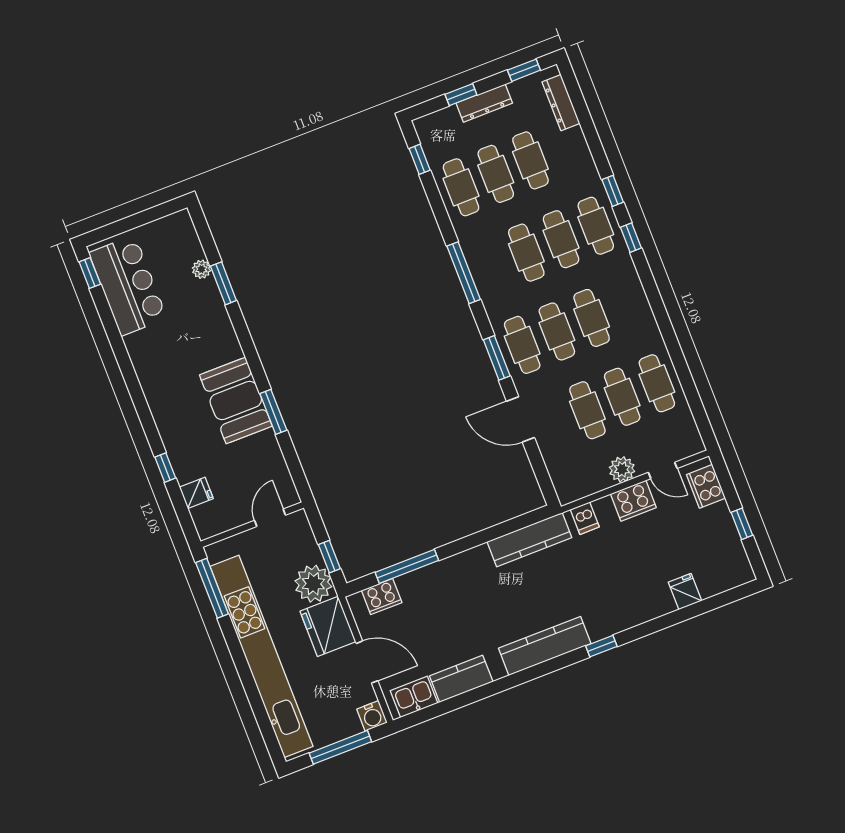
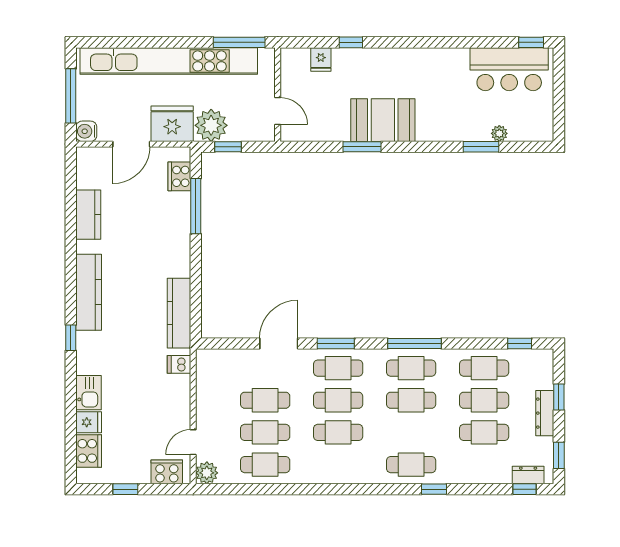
dresser: (561, 103) -> (528, 475), width x0.70
window: (631, 238) -> (525, 489), moved
cafe table: (561, 239) -> (411, 368), moved
plant: (622, 469) -> (207, 473), moved
cooker: (633, 501) -> (89, 451), moved, turned 180
kitchen sink: (414, 697) -> (89, 393), moved

